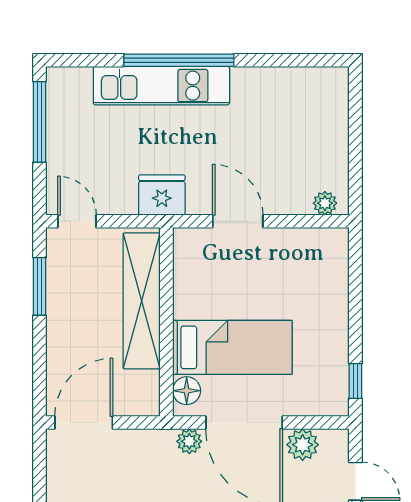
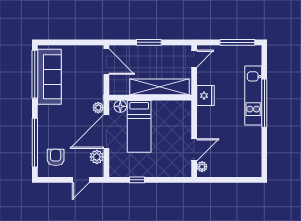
door: (238, 221) -> (194, 150), moved
window: (39, 286) -> (149, 42), moved
window: (355, 381) -> (137, 180), moved

